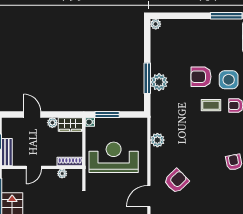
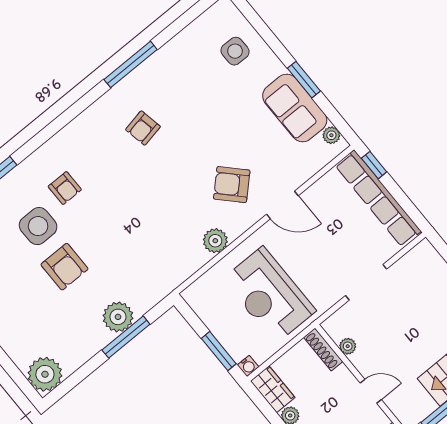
plant: (156, 24) -> (45, 374), width x1.88, depth x1.88
coffee table: (211, 105) -> (92, 222), removed
plant: (157, 140) -> (215, 241), moved

